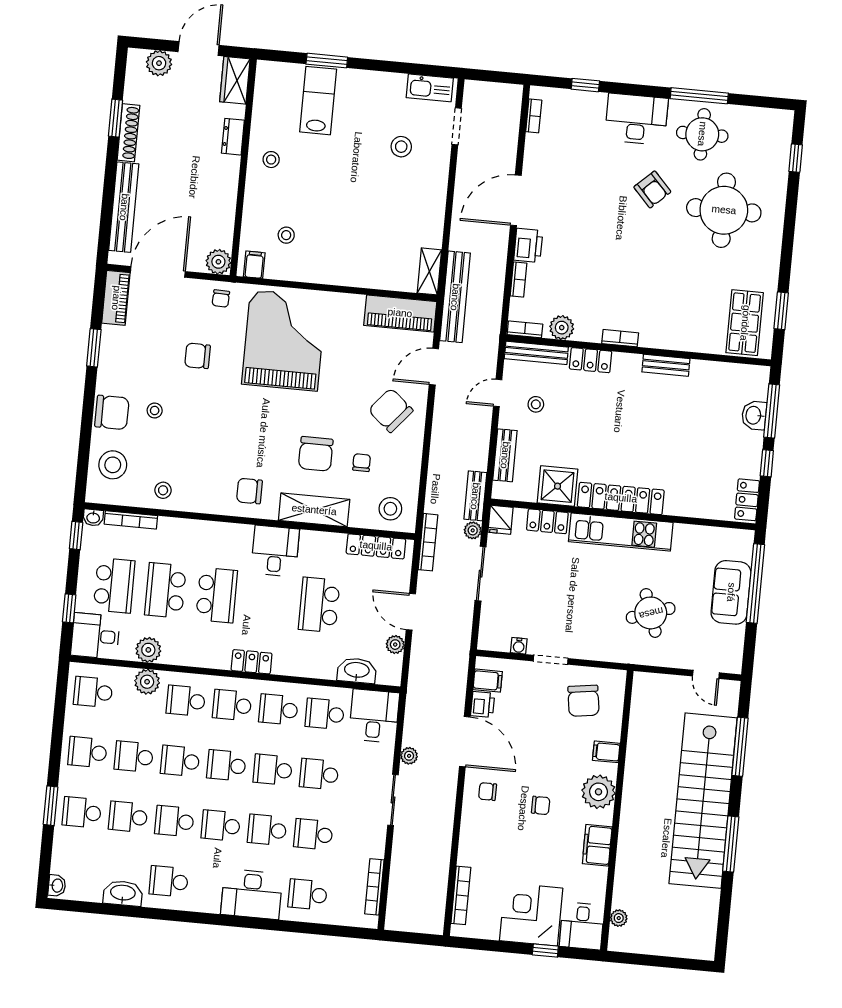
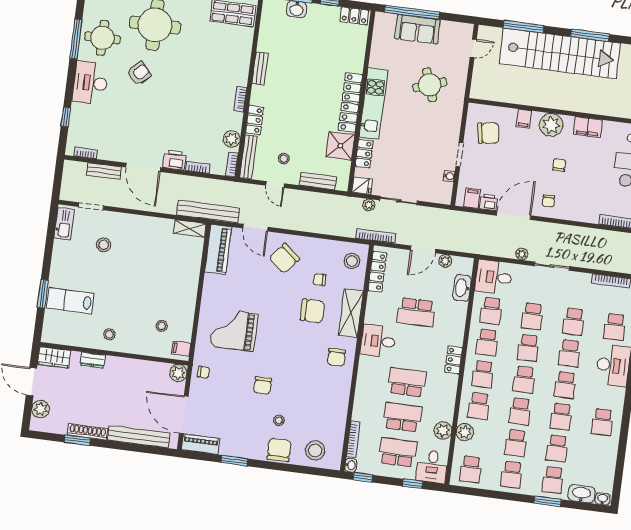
grand piano: (284, 340) -> (234, 330), width x0.73, depth x0.68
chair: (198, 356) -> (263, 385), moved
stool: (163, 490) -> (334, 417), removed
bench: (475, 496) -> (104, 171), moved
school desk: (165, 590) -> (402, 417), turned 180
washbasin: (123, 893) -> (581, 494), moved, turned 90

